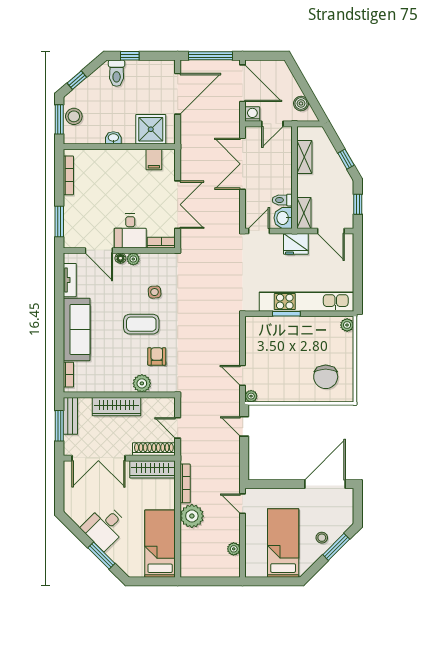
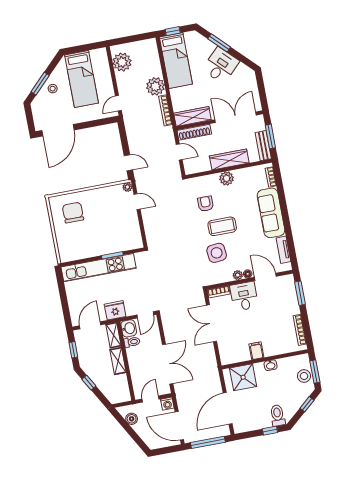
shelving: (304, 157) -> (118, 361), moved
filing cabinet: (154, 159) -> (256, 351), moved
door: (331, 231) -> (90, 325), hinge flipped
side table: (155, 292) -> (217, 253), width x1.87, depth x1.87
plant: (347, 325) -> (64, 255), removed
armchair: (157, 356) -> (206, 204), turned 180
plant: (142, 383) -> (227, 178), moved
door: (243, 504) -> (118, 103), swing flipped
plant: (234, 549) -> (122, 62), width x1.87, depth x1.87
window: (157, 581) -> (173, 31), added

